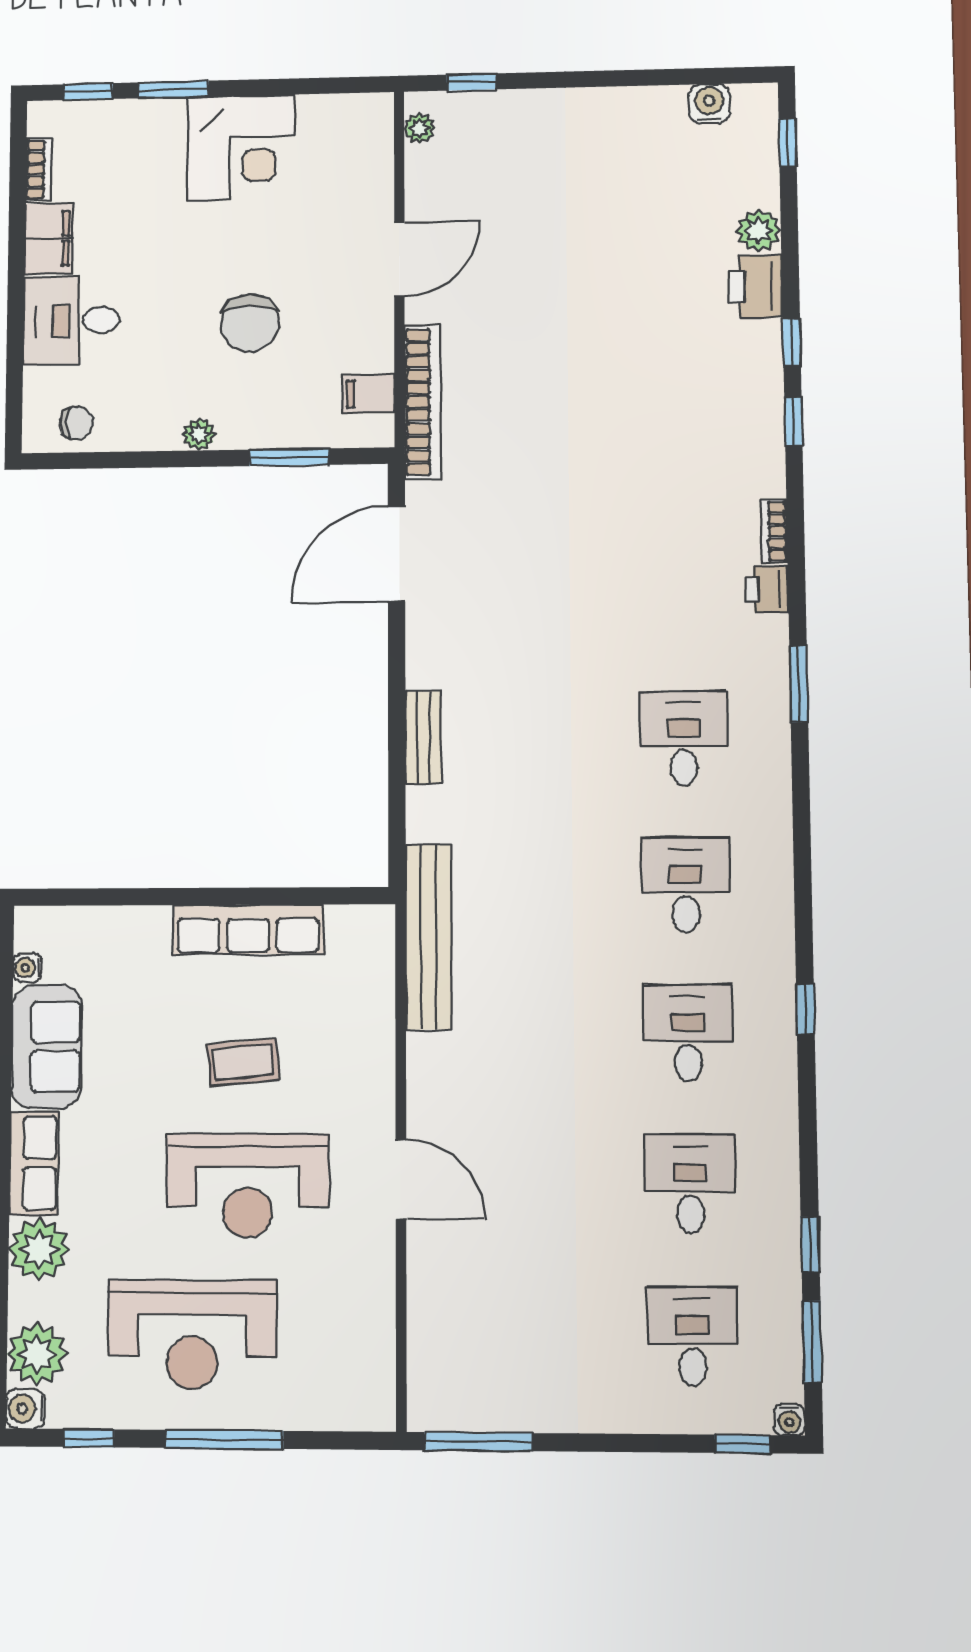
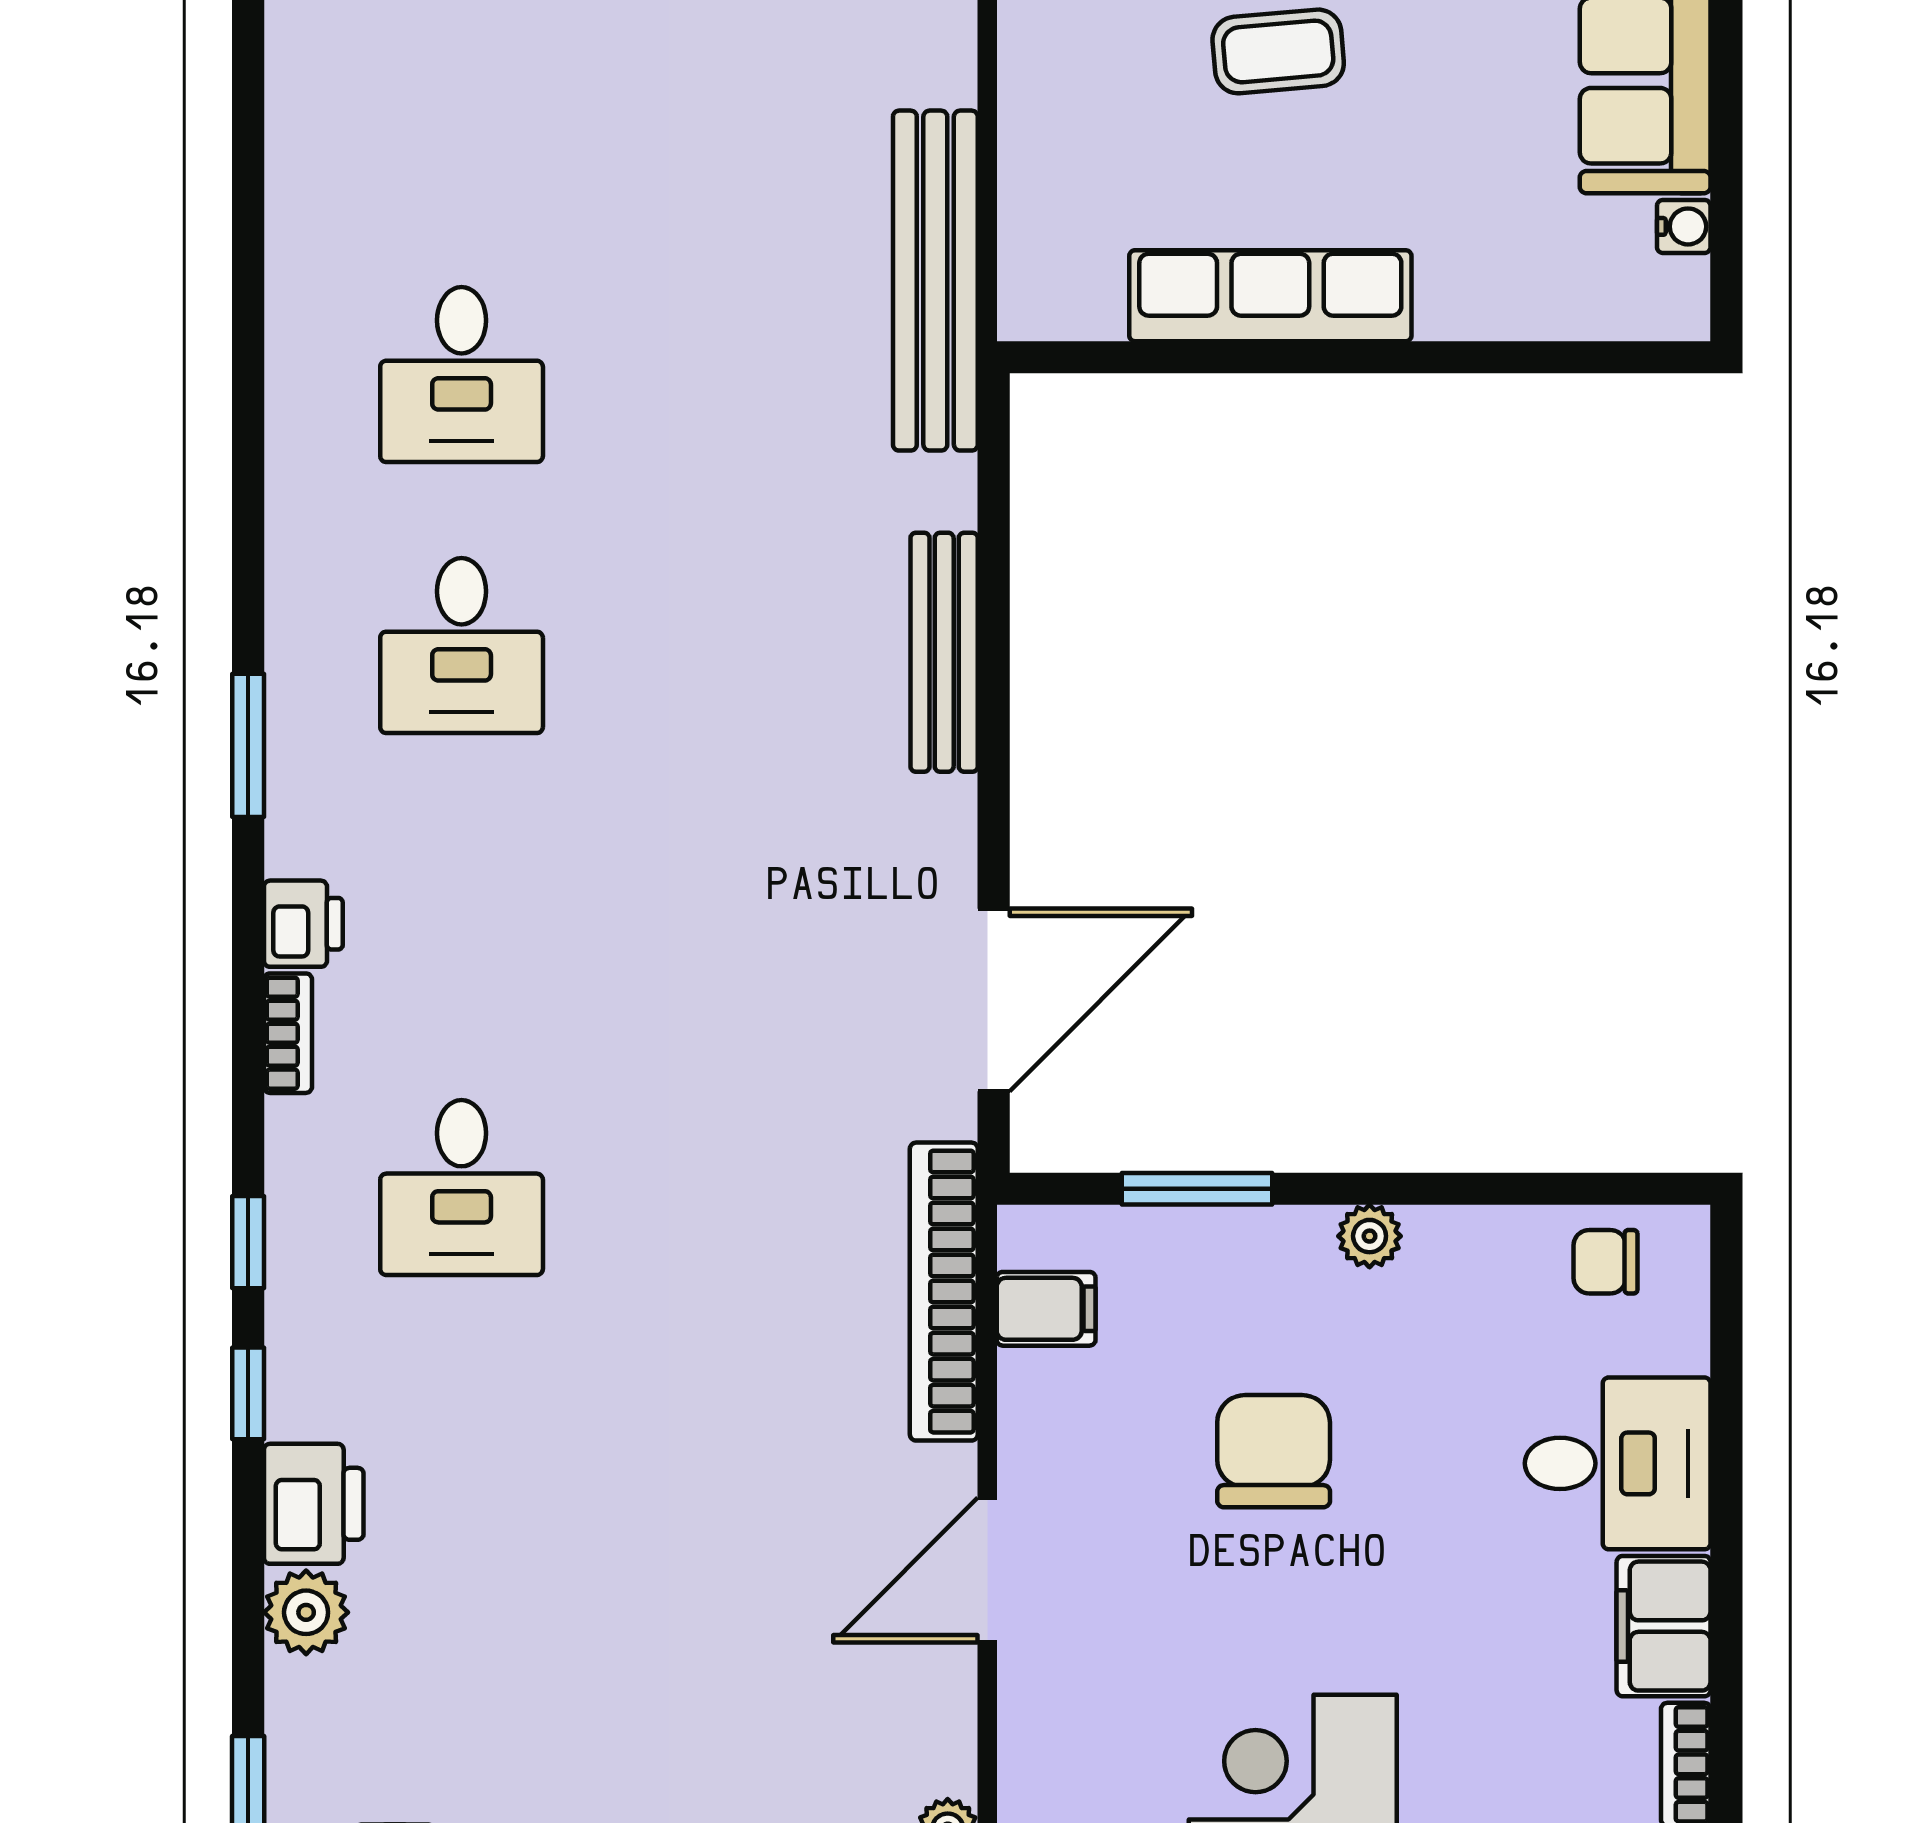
bench: (423, 737) -> (944, 652), width x1.36
window: (805, 1009) -> (248, 146), removed
desk: (688, 1033) -> (462, 1188), moved

